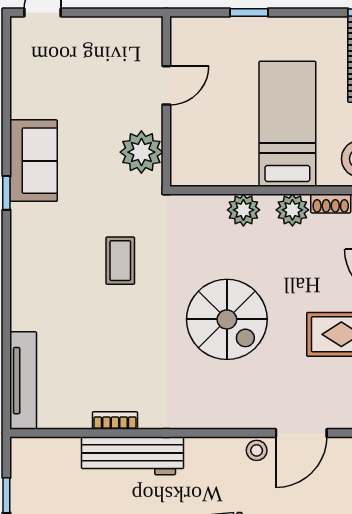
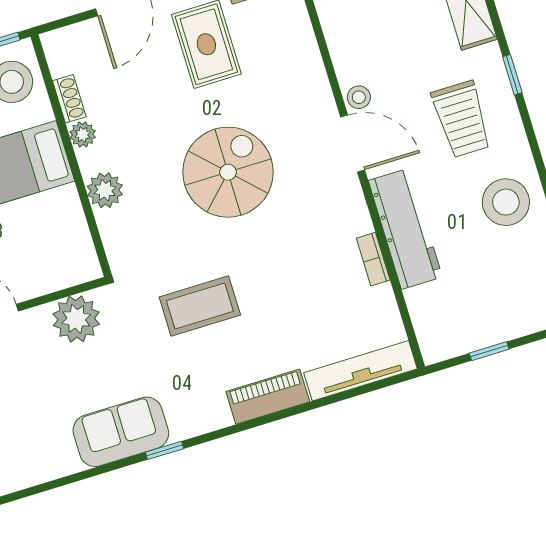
plant: (292, 210) -> (83, 134), width x0.73, depth x0.73
coffee table: (120, 261) -> (200, 306), width x1.36, depth x1.30
piano: (25, 295) -> (268, 397), added
door: (301, 433) -> (353, 143), moved

